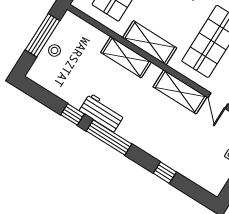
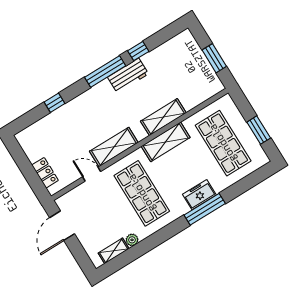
window: (43, 35) -> (214, 58), width x0.69
stool: (54, 50) -> (197, 62), removed

